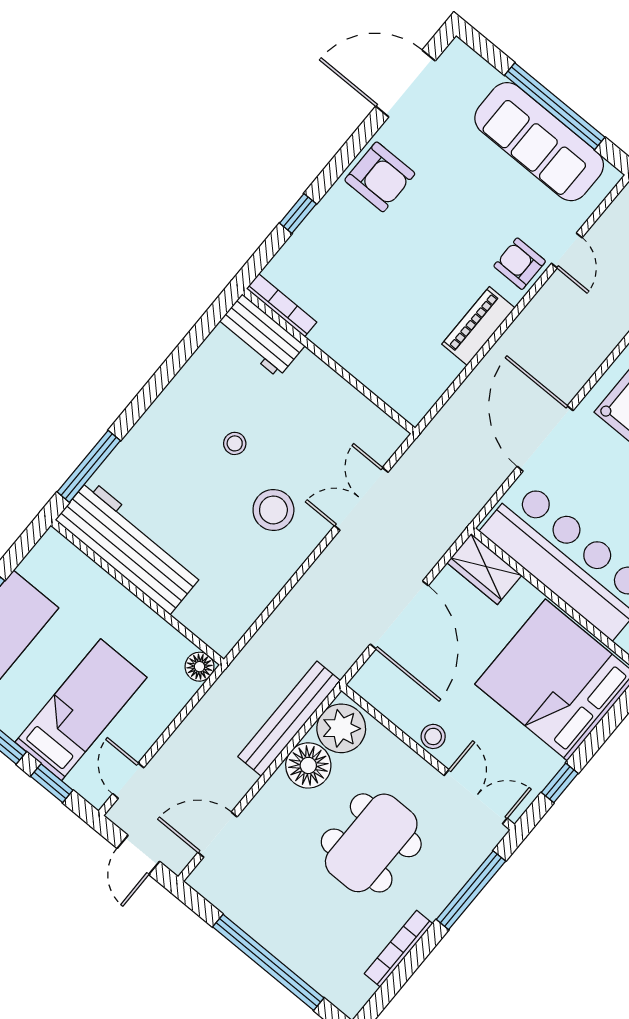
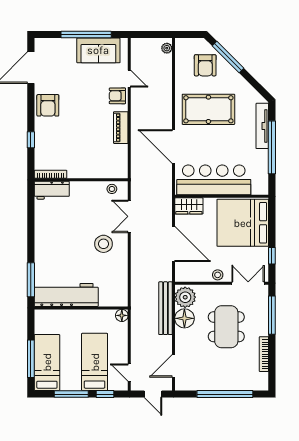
sofa: (539, 142) -> (98, 50), width x0.73
armchair: (380, 177) -> (48, 105), turned 90
stool: (235, 443) -> (112, 189), moved

